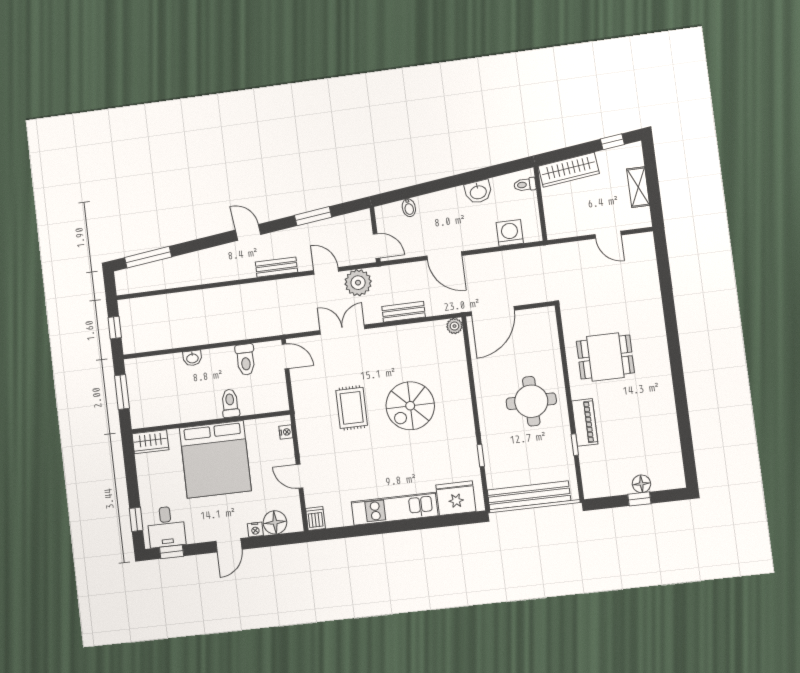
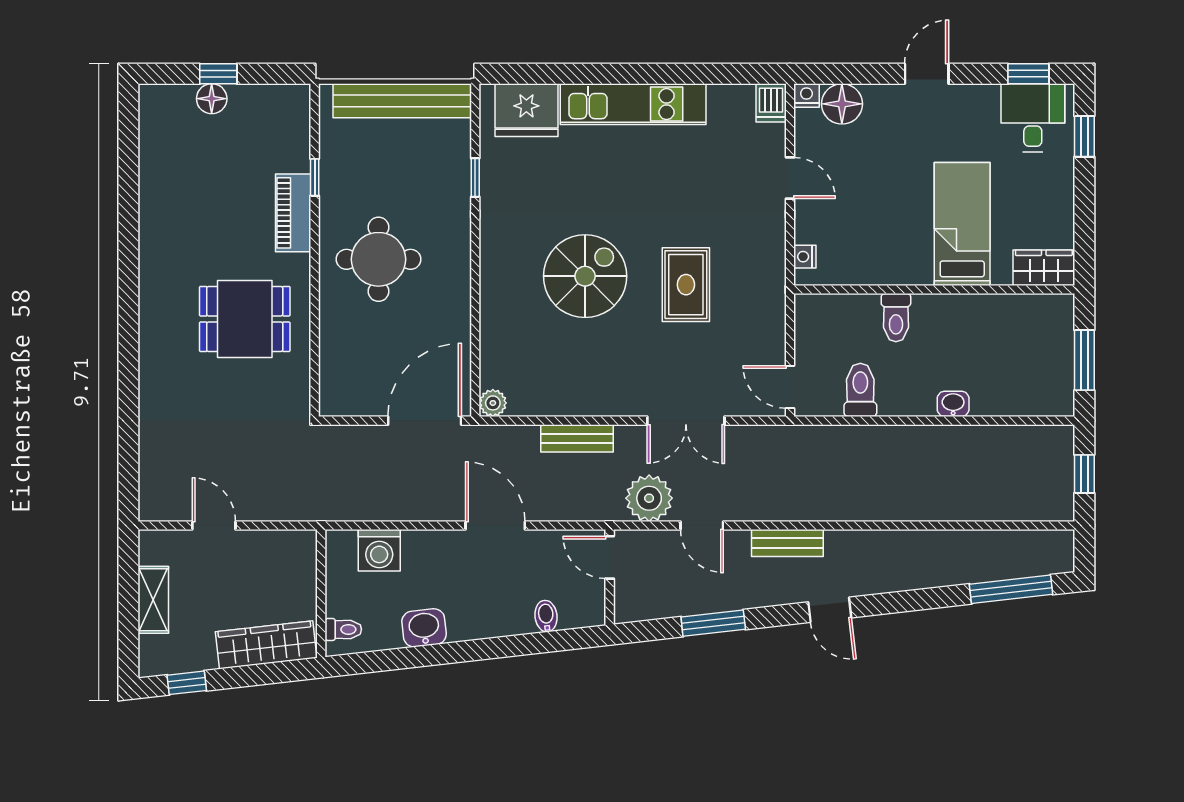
bed: (215, 459) -> (962, 224), width x0.49
nightstand: (255, 530) -> (806, 95), moved

